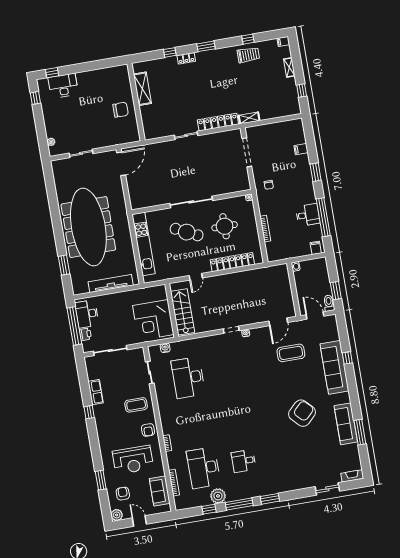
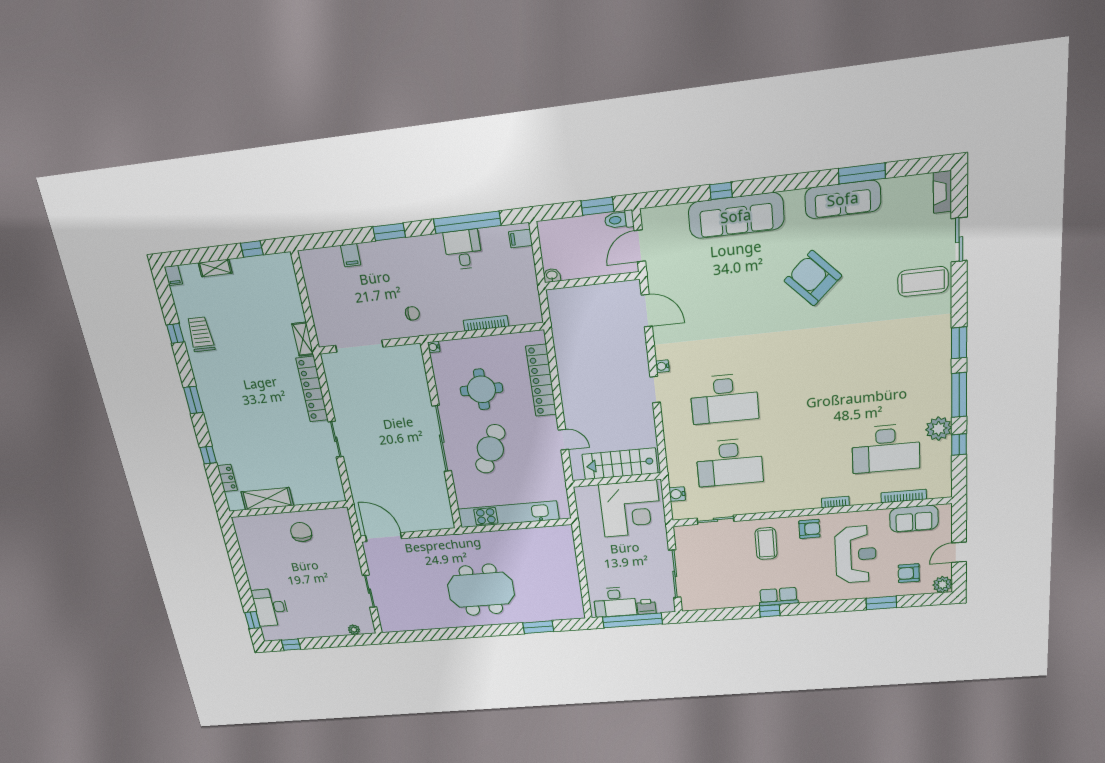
locker: (186, 58) -> (227, 478), moved
meeting table: (88, 227) -> (481, 590), width x0.54, depth x0.79
tv unit: (111, 283) -> (569, 566), removed
coffee table: (291, 353) -> (923, 282), moved, turned 90
row of seats: (96, 392) -> (778, 597), moved
desk: (244, 461) -> (724, 399), moved, width x1.87, depth x1.30

